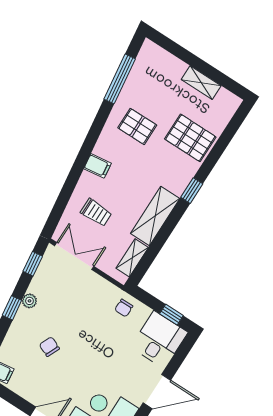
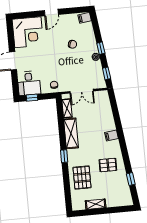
window: (120, 79) -> (131, 179), width x0.46
pallet: (190, 138) -> (82, 178), turned 90
trolley: (96, 213) -> (97, 116), removed
double door: (74, 256) -> (82, 91), moved

